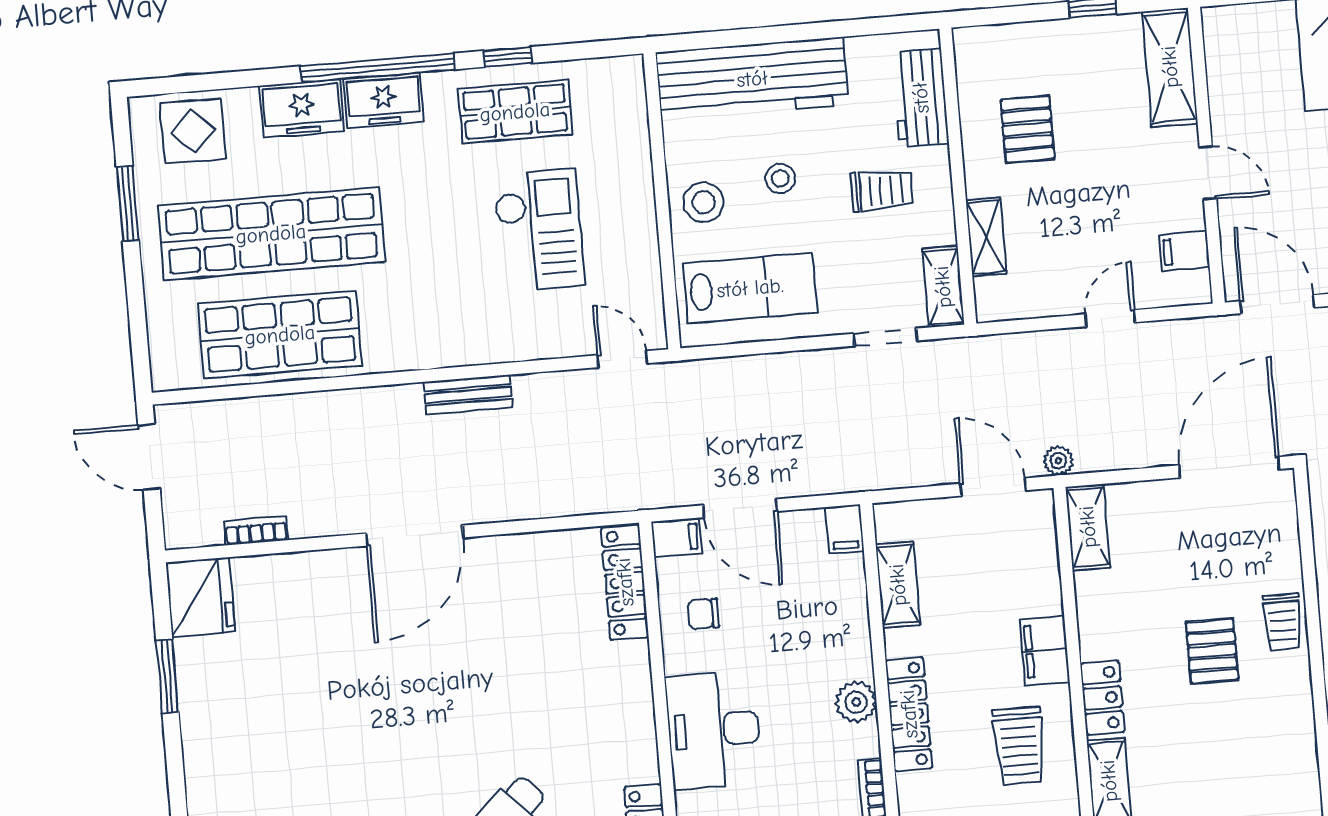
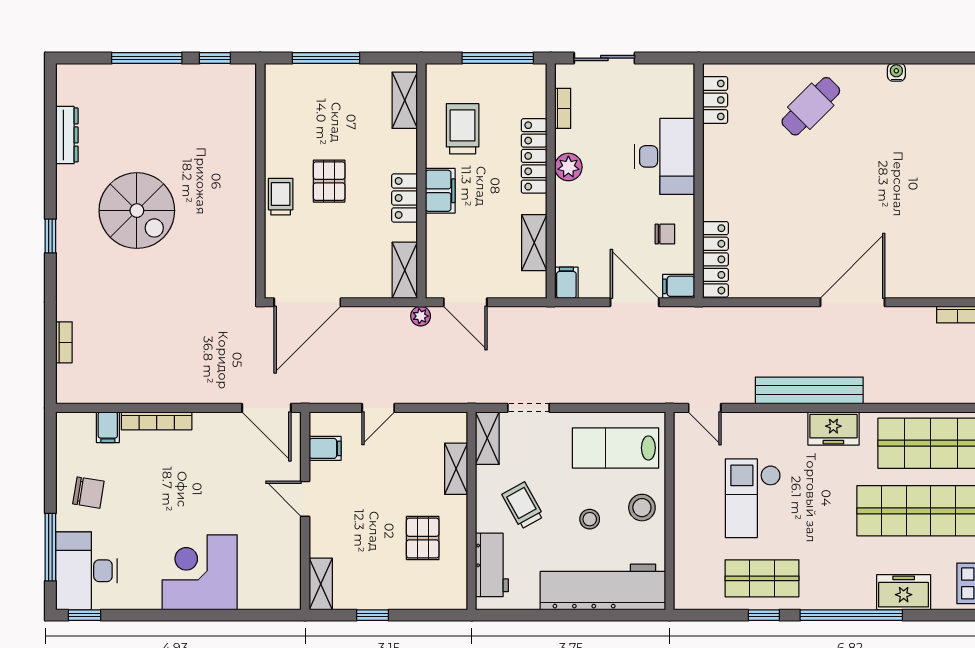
shelving: (1170, 67) -> (321, 584), width x0.67, depth x0.75
freezer: (384, 100) -> (833, 428), moved, turned 180
trolley: (882, 190) -> (523, 505), turned 61
bench: (468, 395) -> (809, 390), width x1.86, depth x1.21
locker: (1102, 698) -> (405, 198), moved

